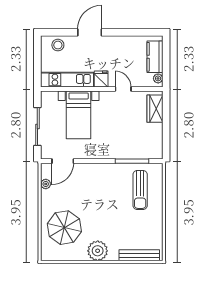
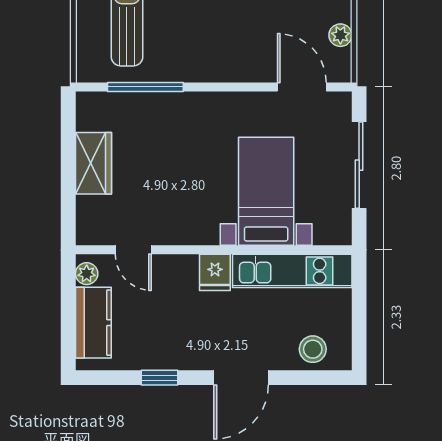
window: (126, 32) -> (159, 378), added
door: (123, 89) -> (133, 250), moved
wardrobe: (155, 109) -> (93, 163), moved
door: (63, 161) -> (302, 87), hinge flipped

